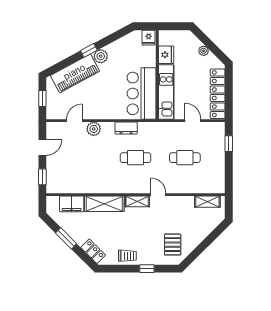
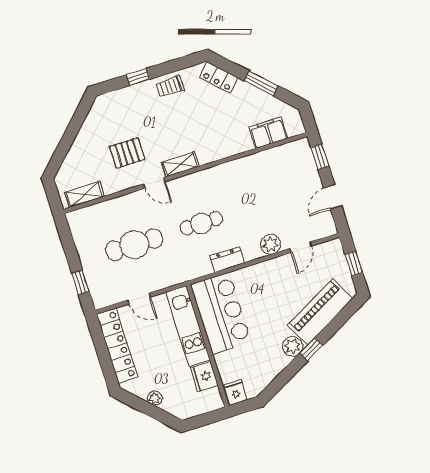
cafe table: (185, 158) -> (134, 245), width x1.37, depth x1.35
shelving: (104, 204) -> (224, 147), removed
pallet: (173, 245) -> (127, 153), moved, turned 90

